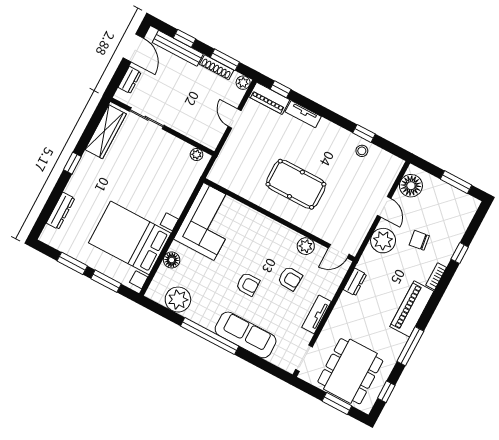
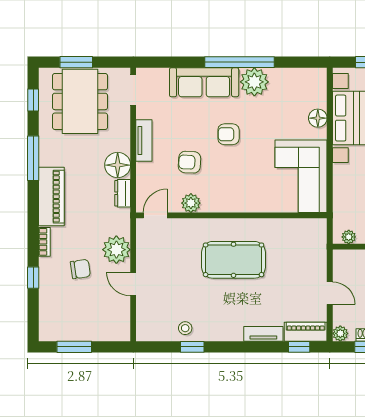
floor lamp: (411, 186) -> (118, 165), moved
plant: (178, 300) -> (254, 82), moved

